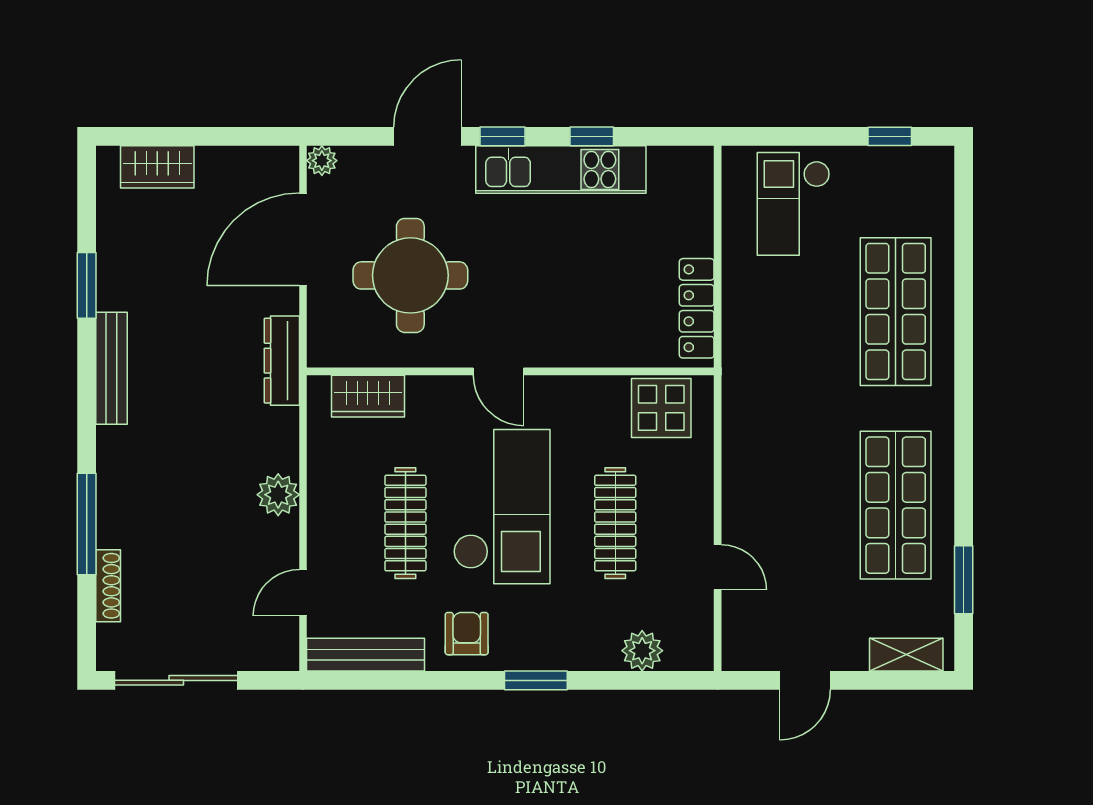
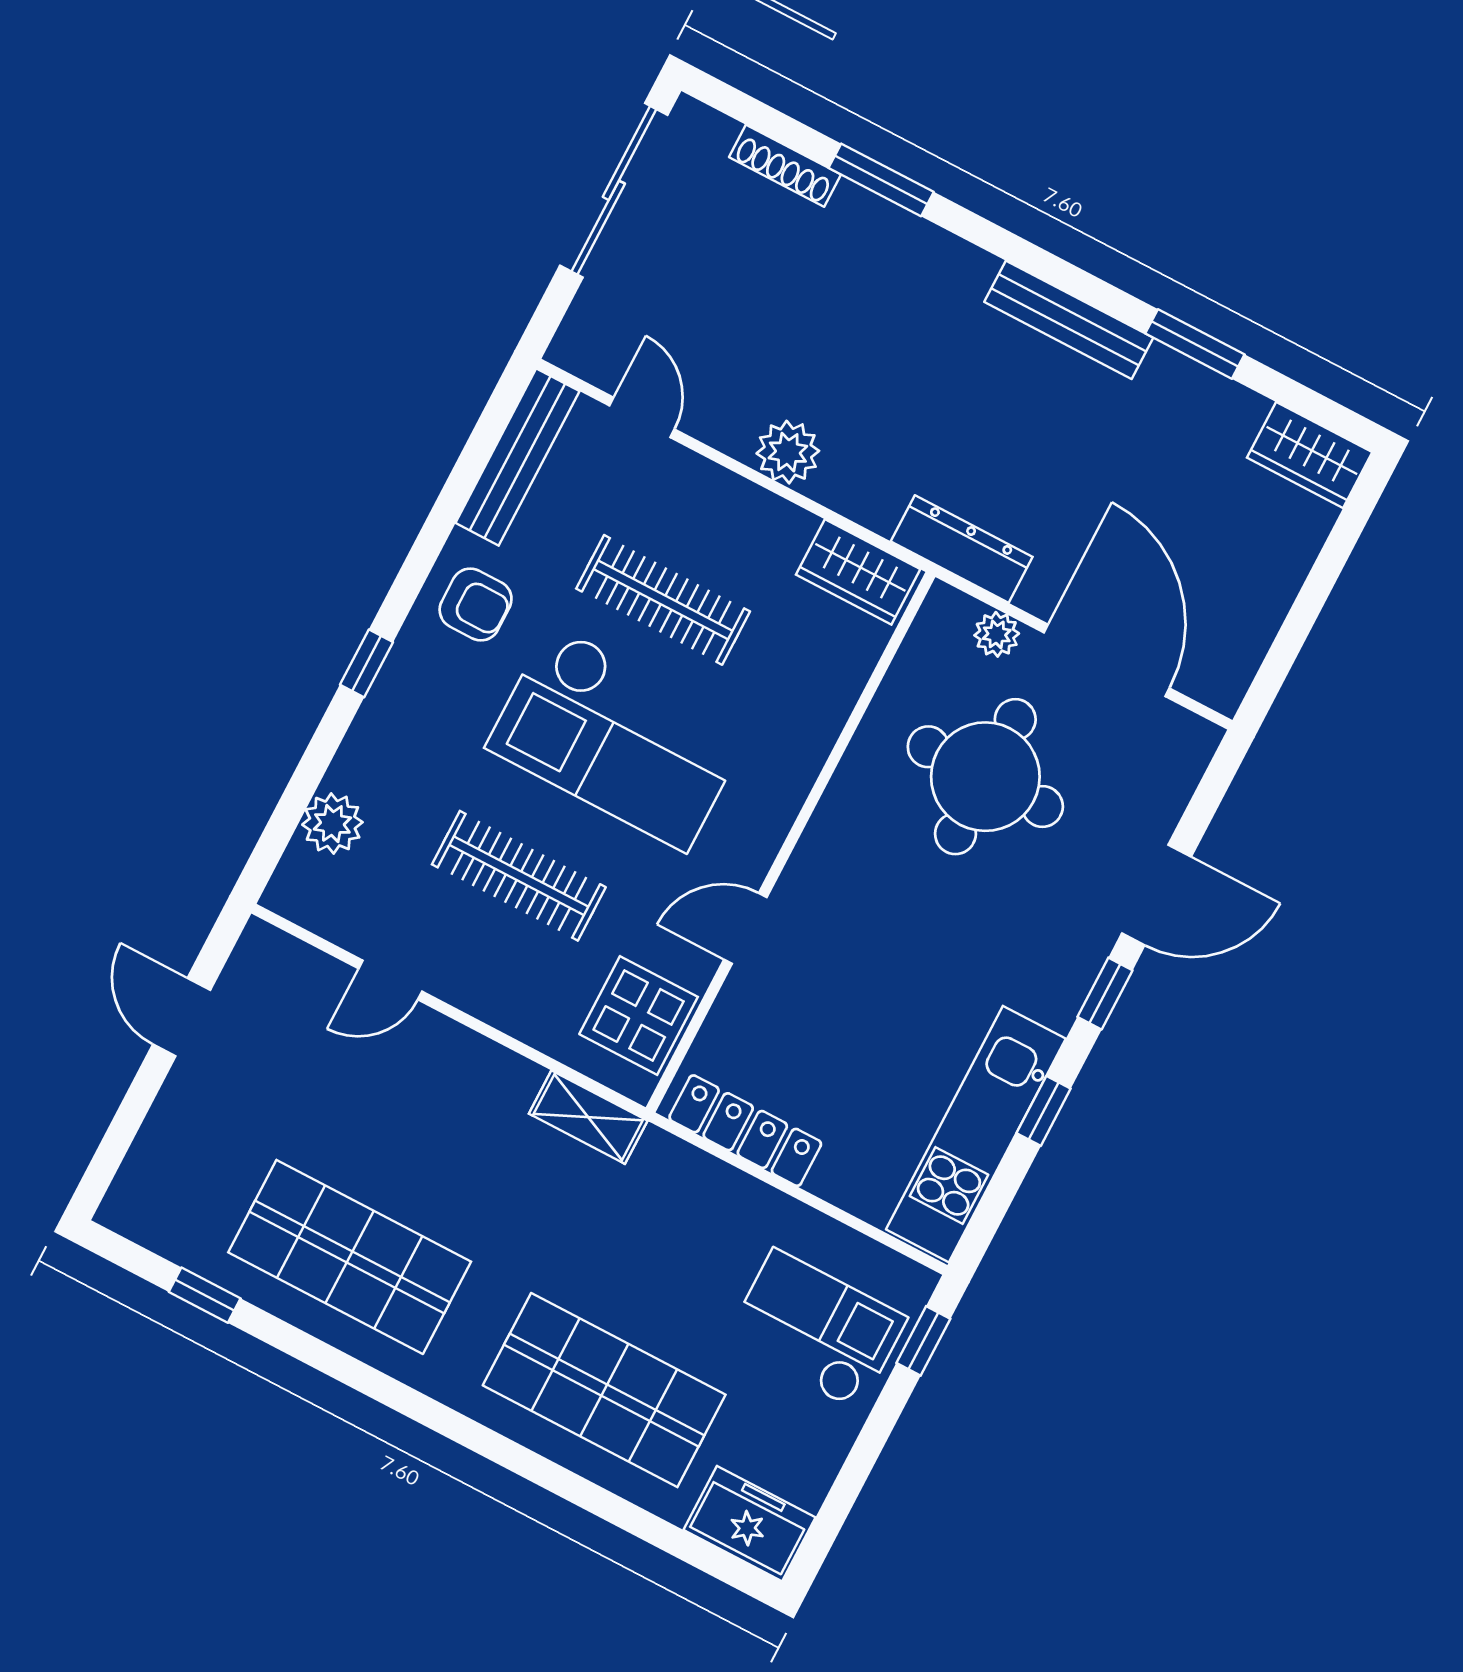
door: (428, 136) -> (1156, 895), hinge flipped
window: (890, 136) -> (923, 1341), moved
plant: (322, 161) -> (997, 634), moved
wardrobe: (157, 167) -> (1310, 455), moved, turned -90
kitchen unit: (561, 169) -> (976, 1134), moved
freezer: (930, 183) -> (750, 1524), added
door: (498, 371) -> (745, 928), moved
wardrobe: (368, 396) -> (858, 572), moved, turned -90
window: (87, 524) -> (881, 180), width x0.69
window: (964, 580) -> (205, 1295), width x0.67
shelving: (906, 655) -> (588, 1117), moved, turned 90
window: (536, 680) -> (367, 663), width x0.67

